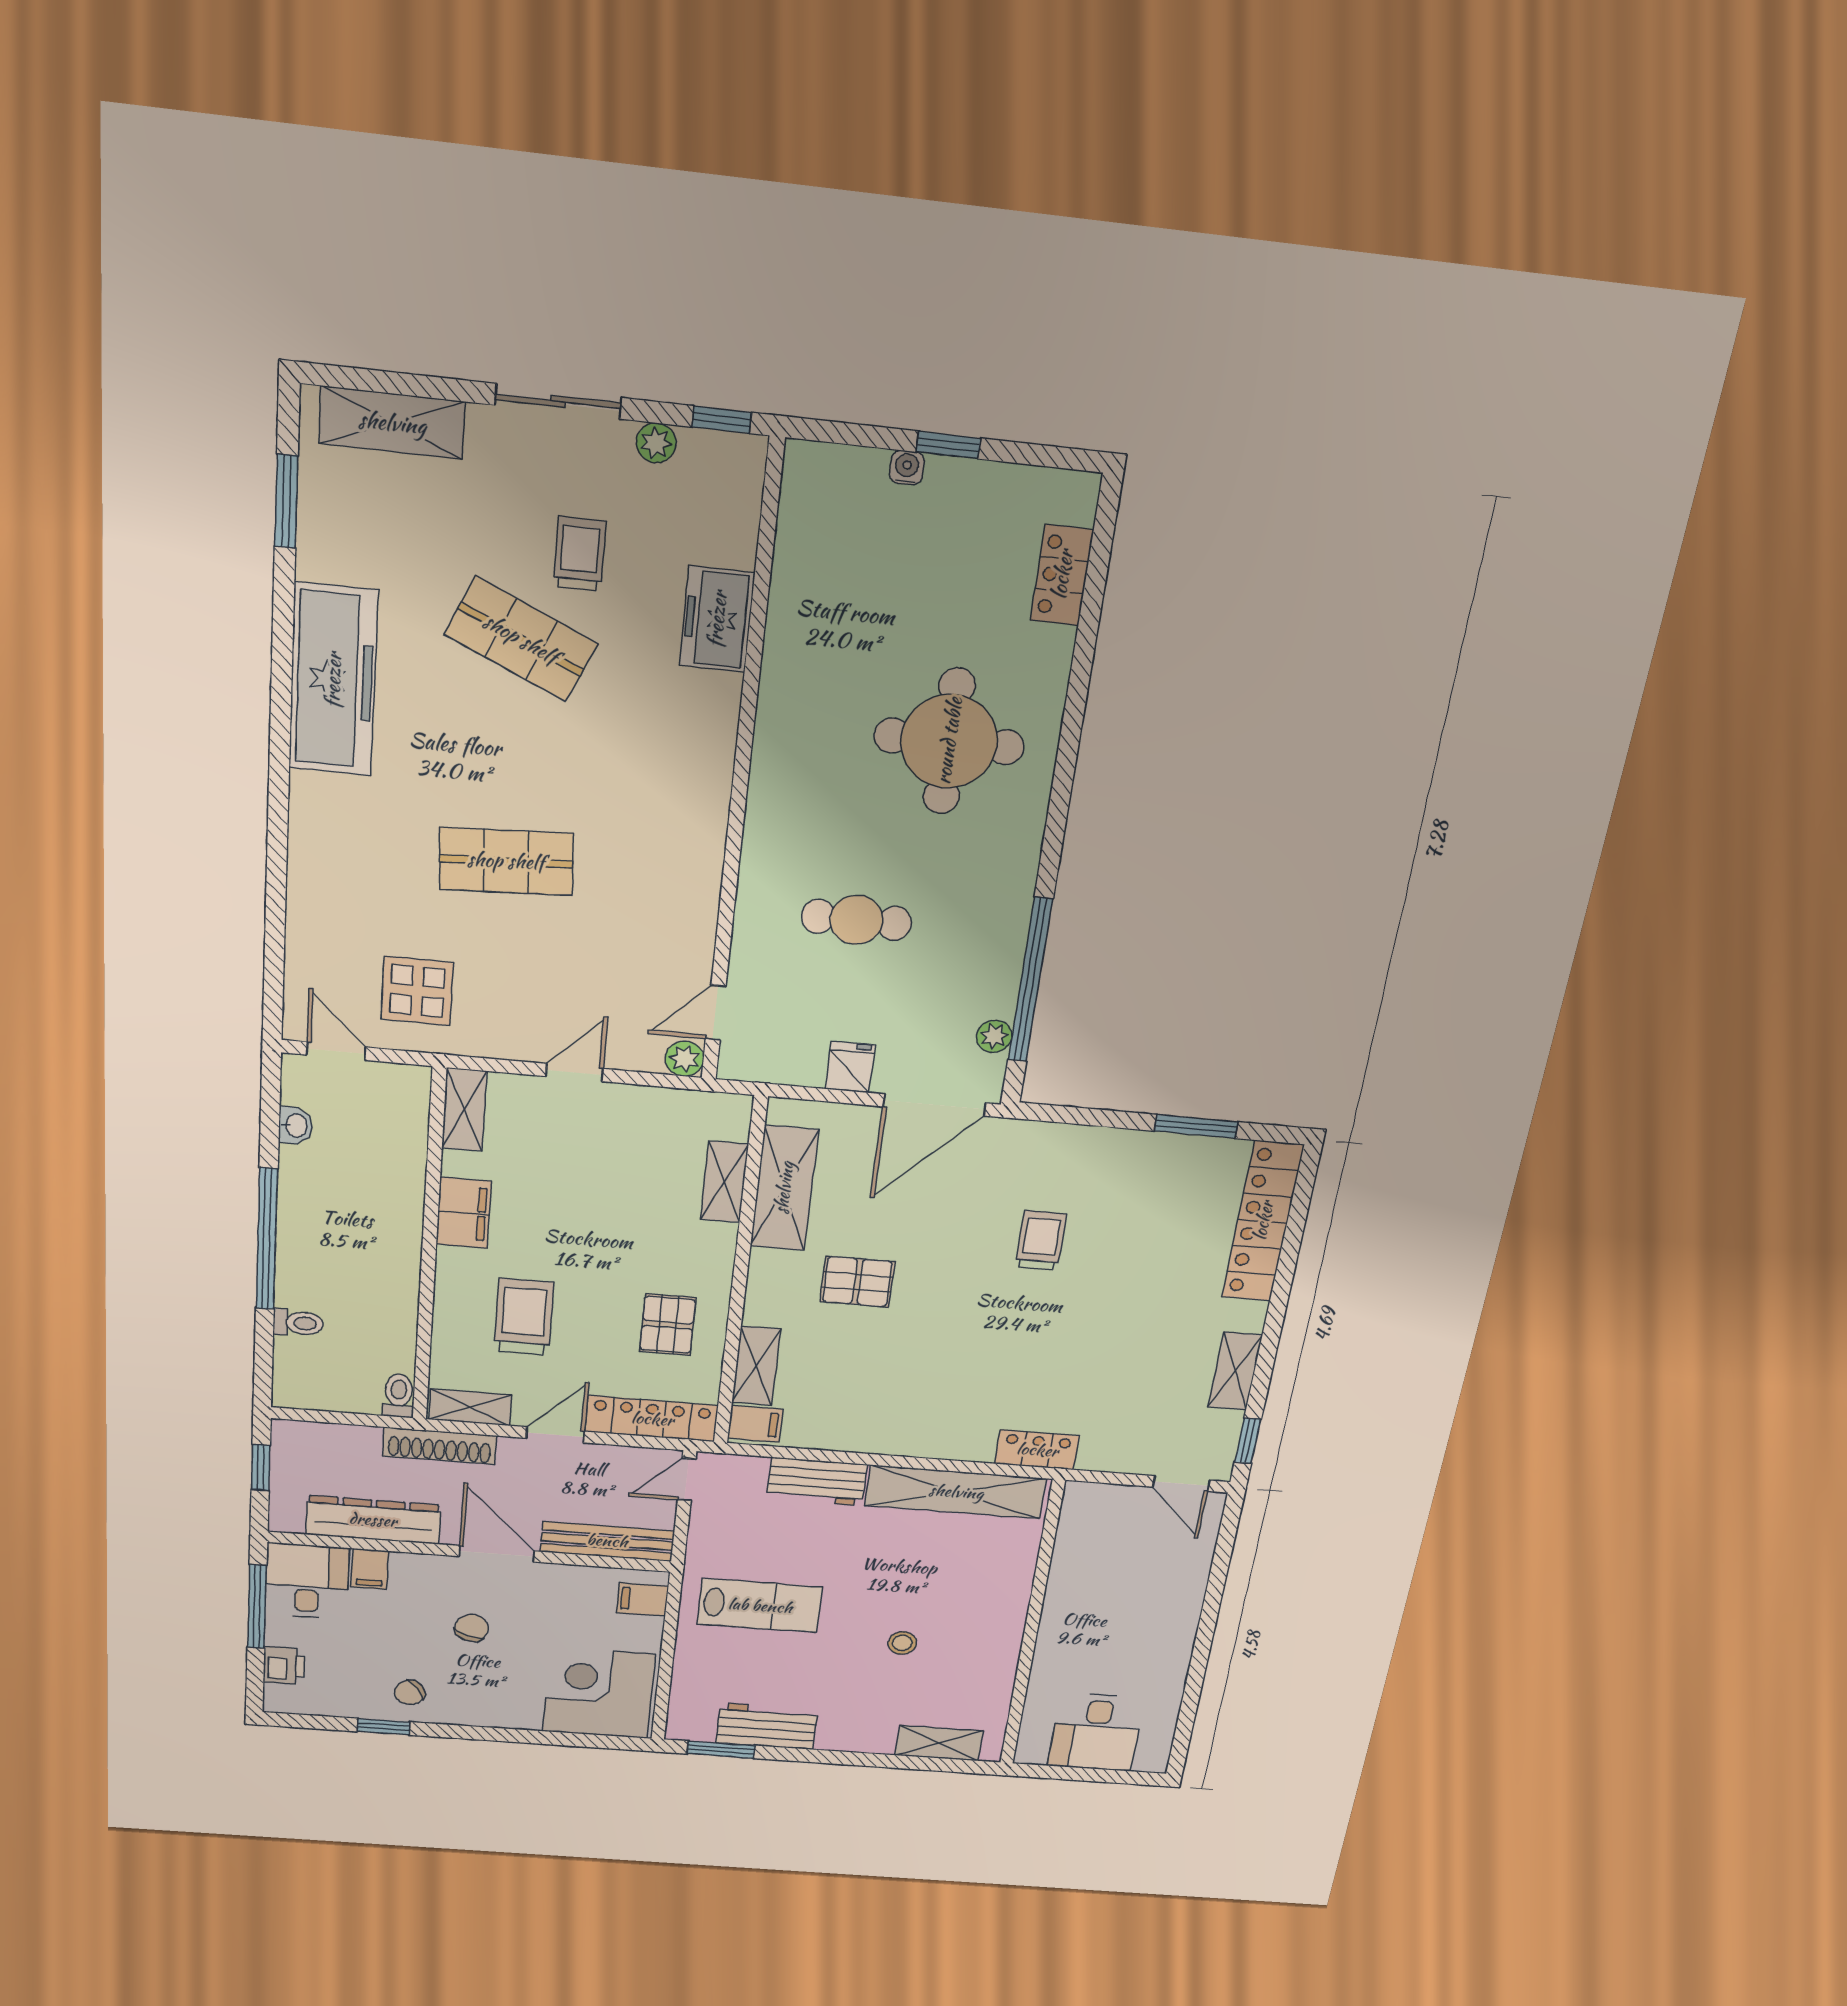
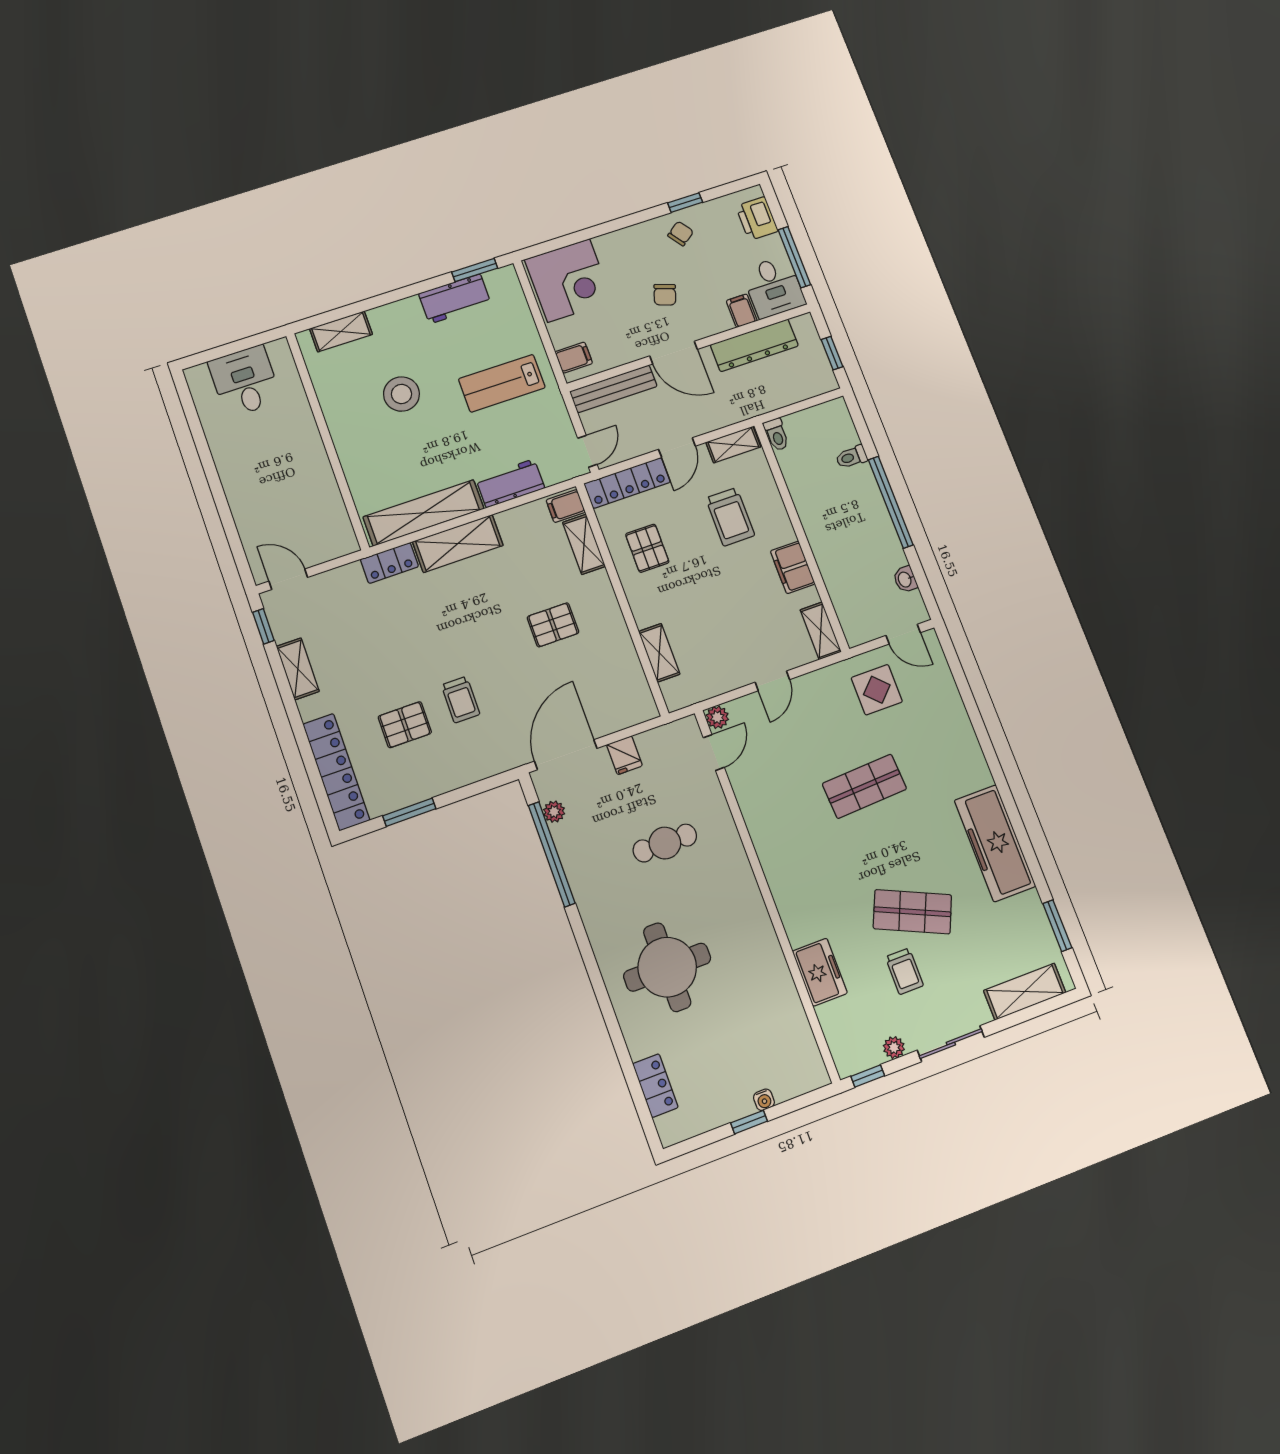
shelving: (784, 1188) -> (458, 544), moved, turned 90
pallet: (1135, 1241) -> (405, 725), added
shoe rack: (440, 1446) -> (739, 411), removed
stool: (902, 1643) -> (401, 394), width x1.89, depth x1.89
printer: (284, 1665) -> (757, 219), width x1.36, depth x1.24

